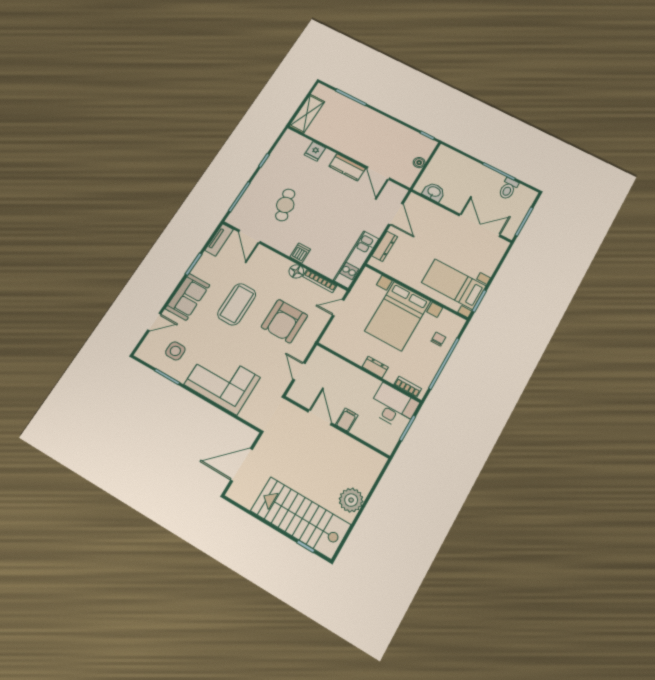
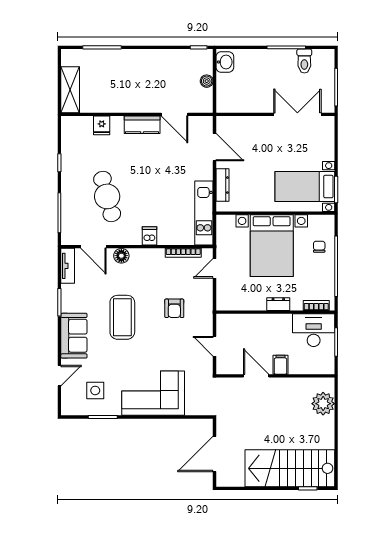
washbasin: (434, 192) -> (225, 62), moved, turned 90
cafe table: (285, 205) -> (107, 196), width x1.37, depth x1.35
floor lamp: (296, 271) -> (121, 256), moved
armchair: (284, 321) -> (174, 308), width x0.53, depth x0.53
plant: (351, 500) -> (323, 404), moved

